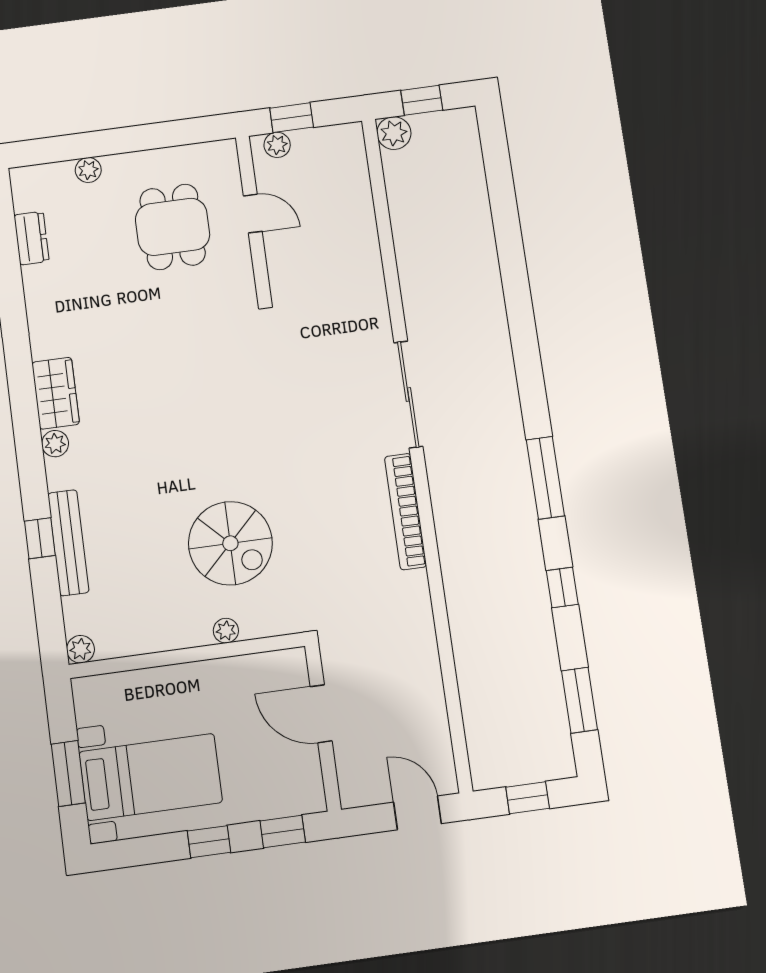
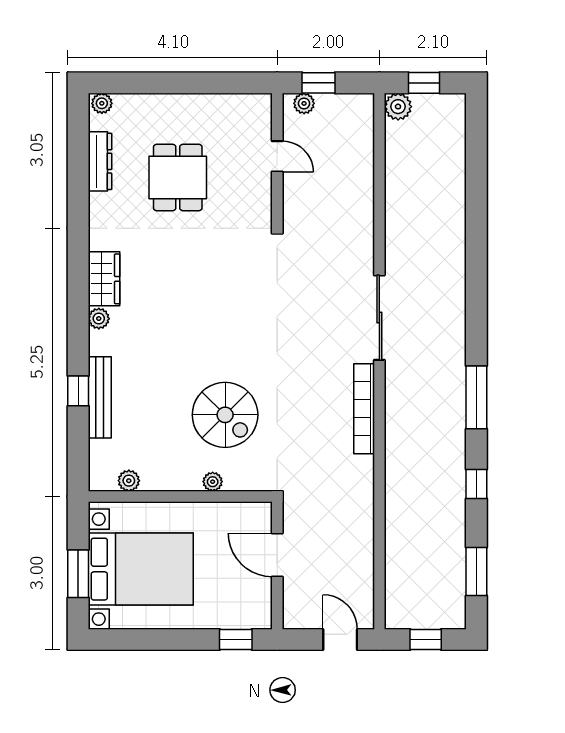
plant: (88, 170) -> (102, 103), moved
dining table: (173, 227) -> (178, 178), moved
dresser: (31, 238) -> (100, 161), width x1.44
plant: (80, 649) -> (129, 481), moved
bed with nightstands: (151, 777) -> (141, 569), width x1.36
window: (209, 842) -> (179, 640), removed

